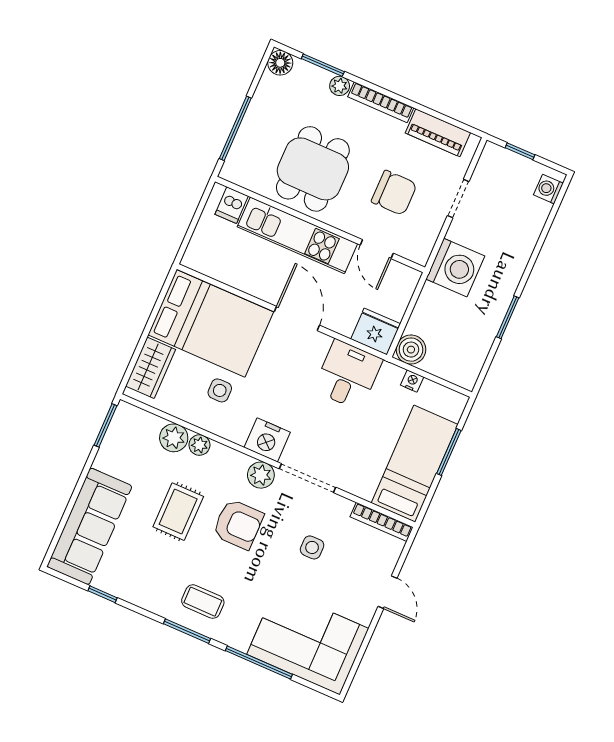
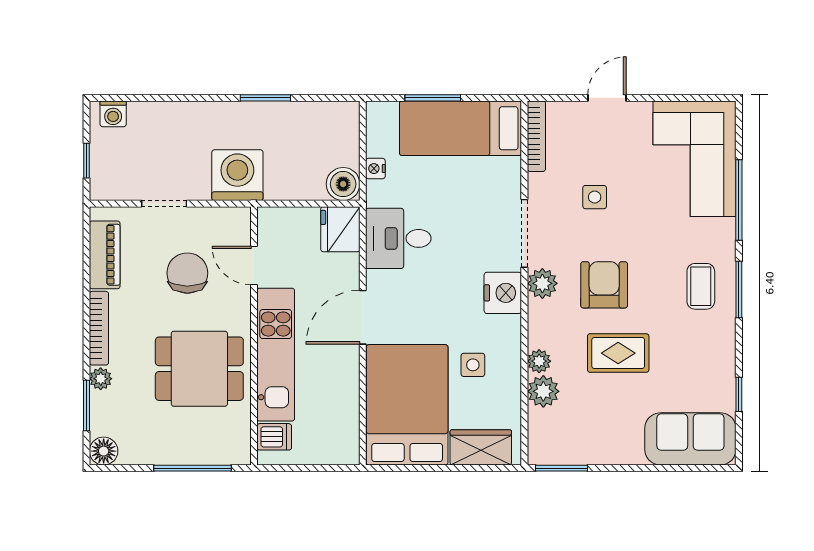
door: (377, 249) -> (254, 265), swing flipped
sofa: (89, 526) -> (690, 439), width x0.73

